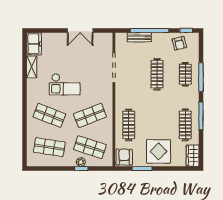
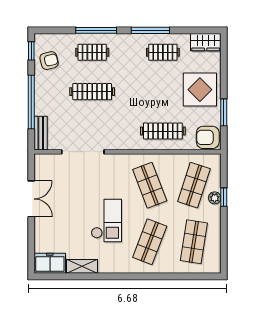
bench: (139, 37) -> (41, 133), moved
clothes rail: (185, 125) -> (163, 52), width x0.73

